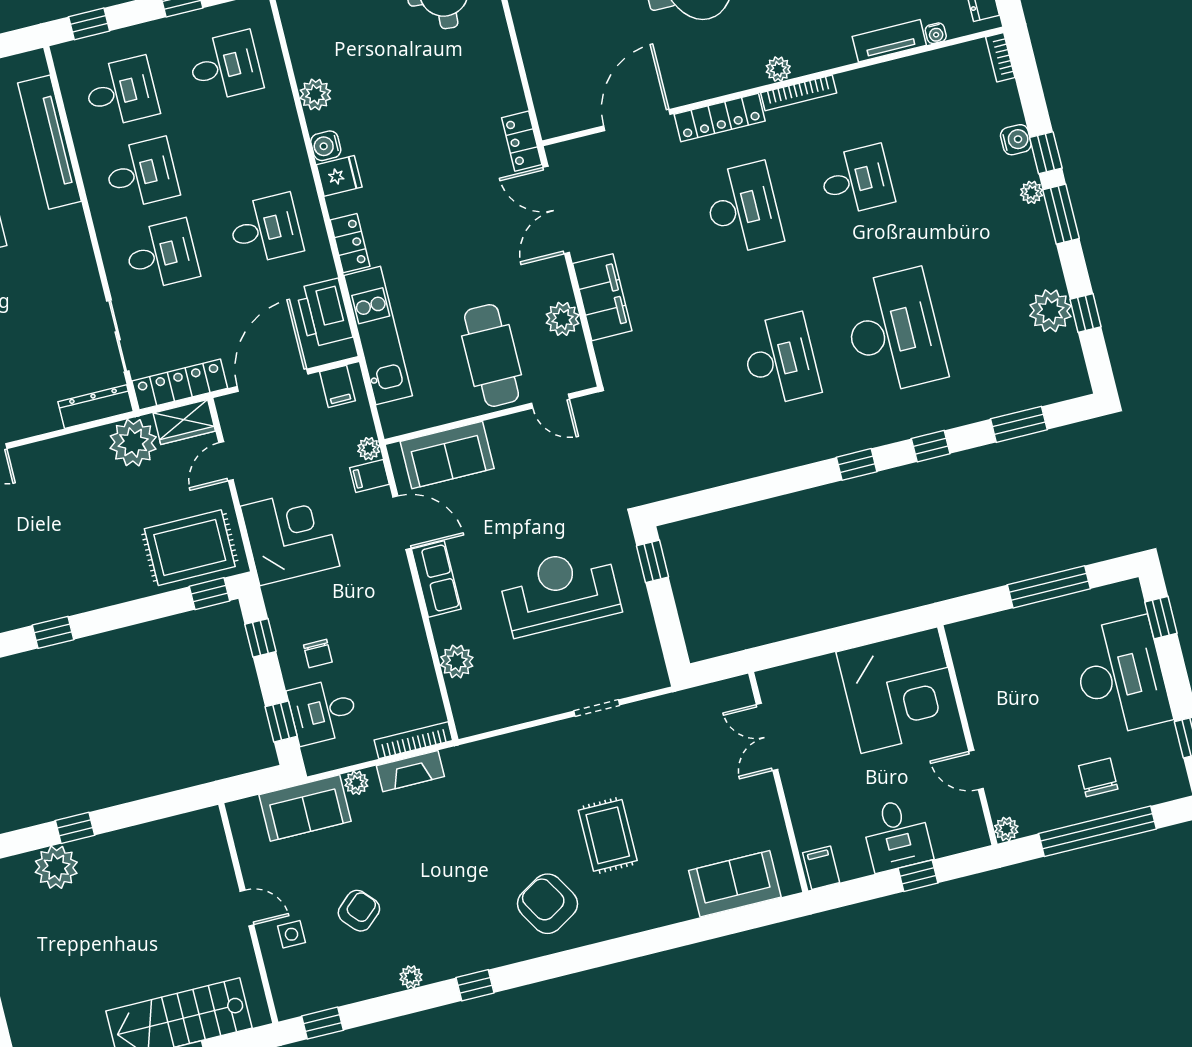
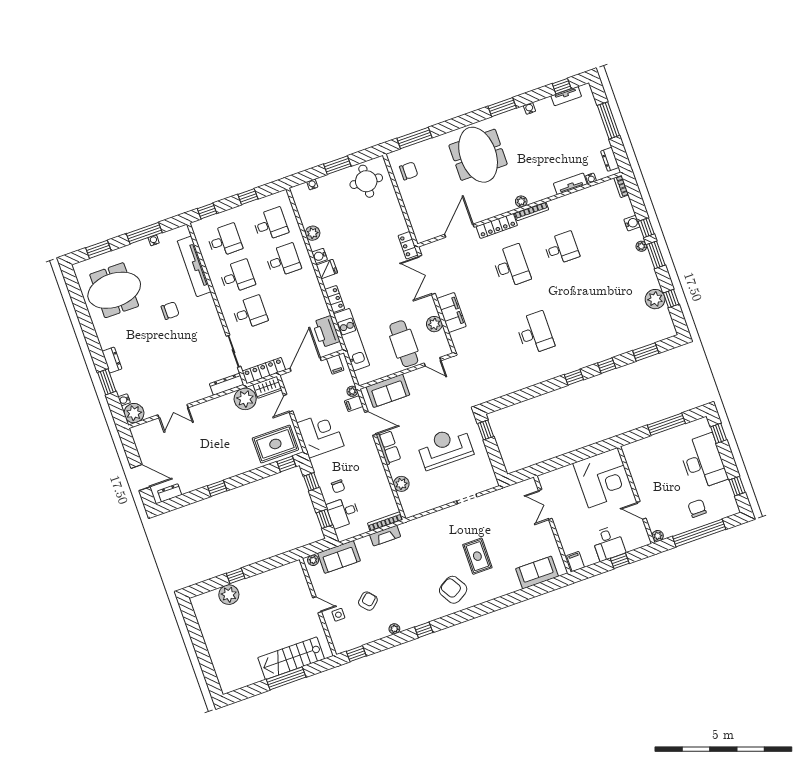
desk: (265, 229) -> (283, 260), moved
desk: (894, 332) -> (585, 315), removed
plant: (356, 783) -> (313, 560), moved

